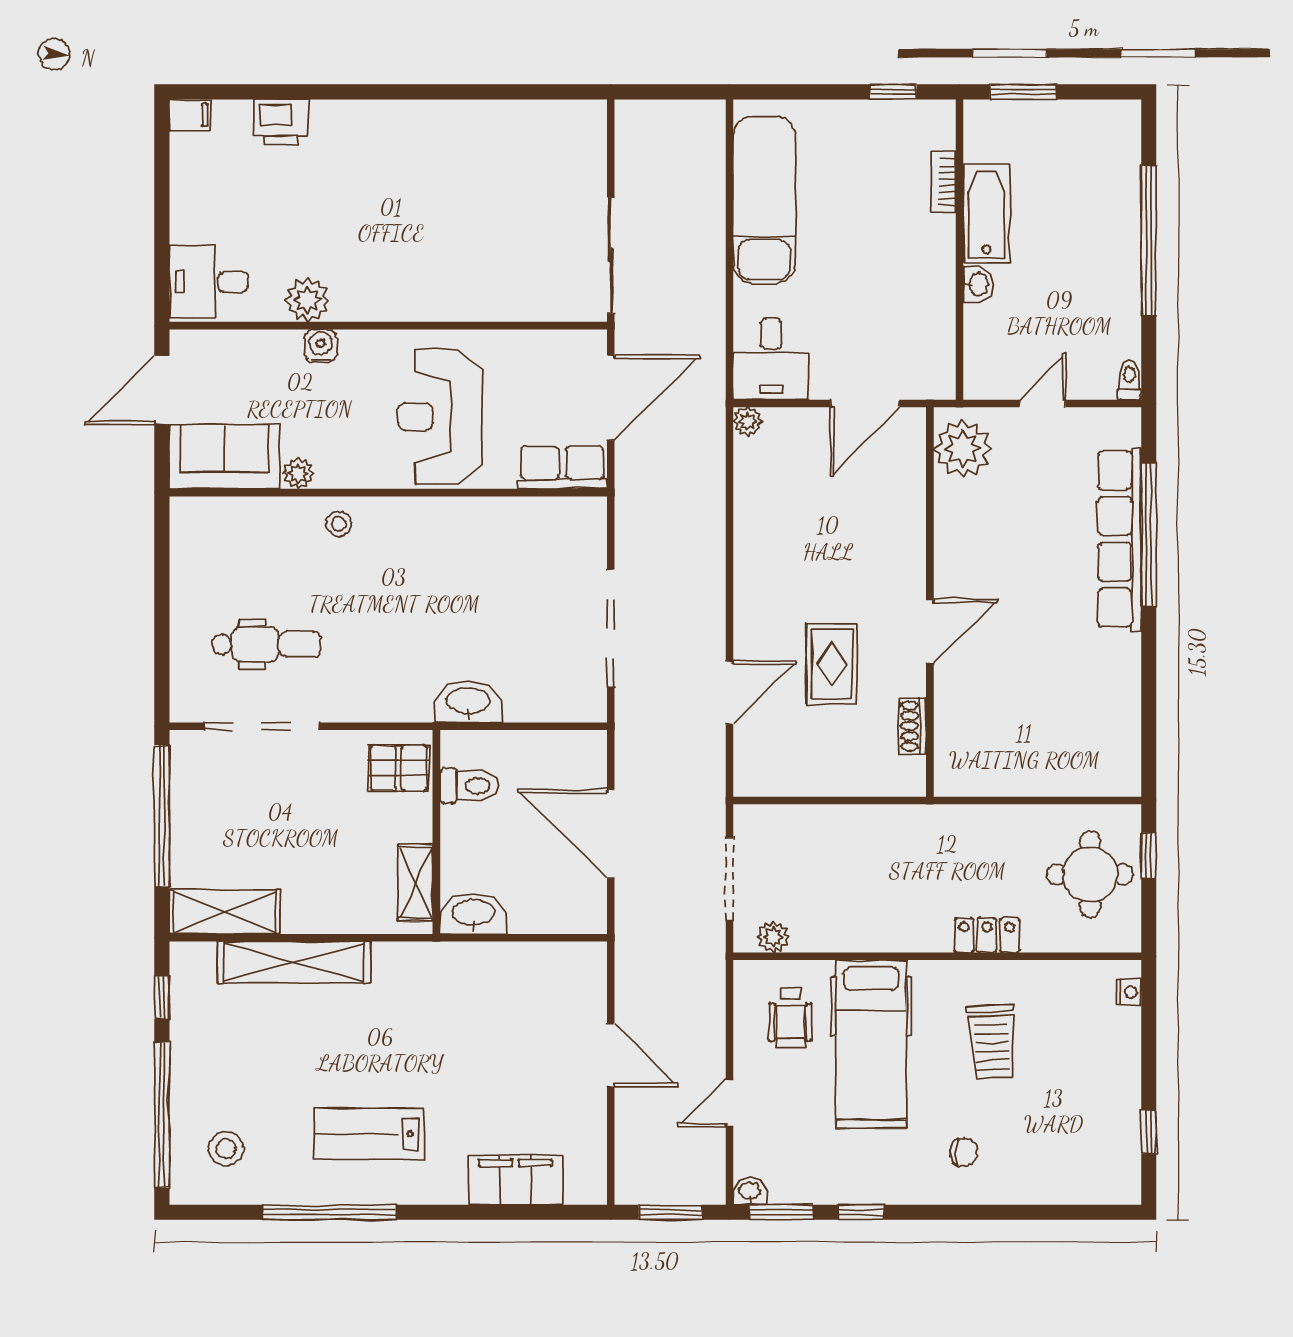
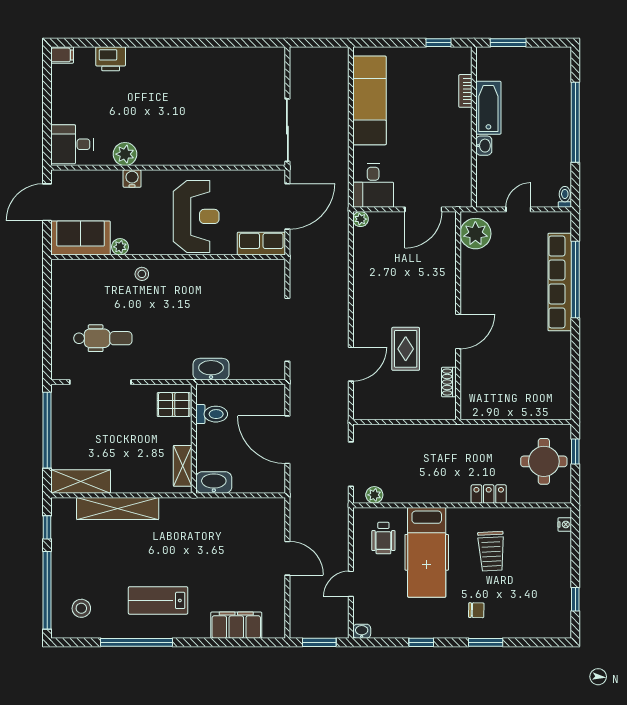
reception desk: (440, 417) -> (196, 216), turned 180
window: (781, 1212) -> (486, 642), moved

